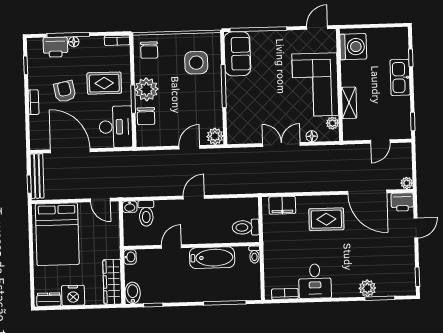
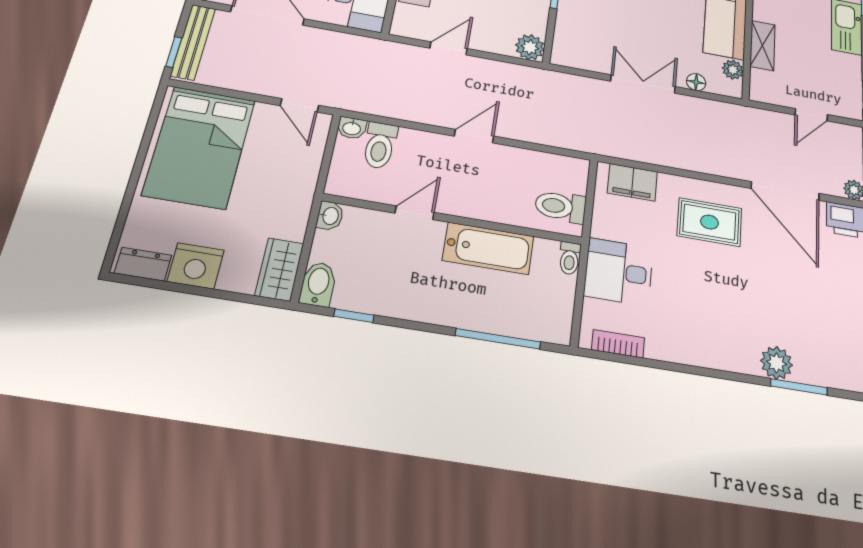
door: (189, 147) -> (449, 48), moved
desk: (315, 281) -> (619, 272), moved, turned 90
wardrobe: (112, 282) -> (279, 269), width x0.67

